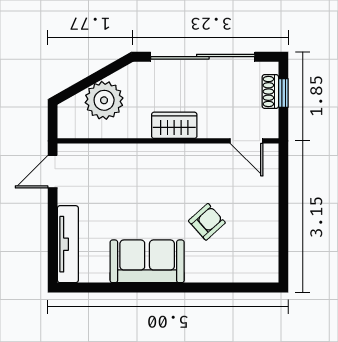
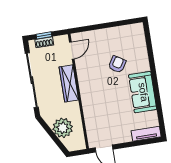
wardrobe: (174, 125) -> (69, 83), width x1.50
armchair: (207, 222) -> (117, 64), turned 74
tv unit: (68, 244) -> (146, 134), width x0.71

